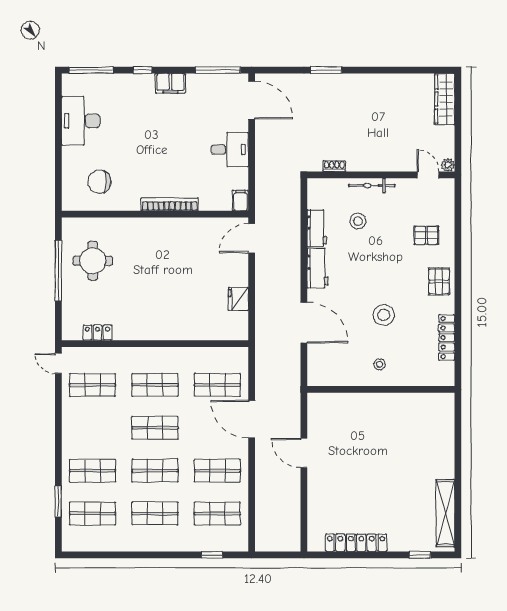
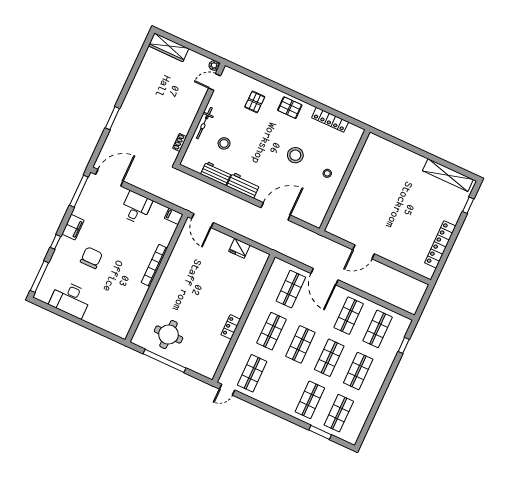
chair: (99, 182) -> (91, 258), moved, turned 180
locker: (97, 333) -> (231, 327), moved
door: (252, 419) -> (324, 277), hinge flipped

